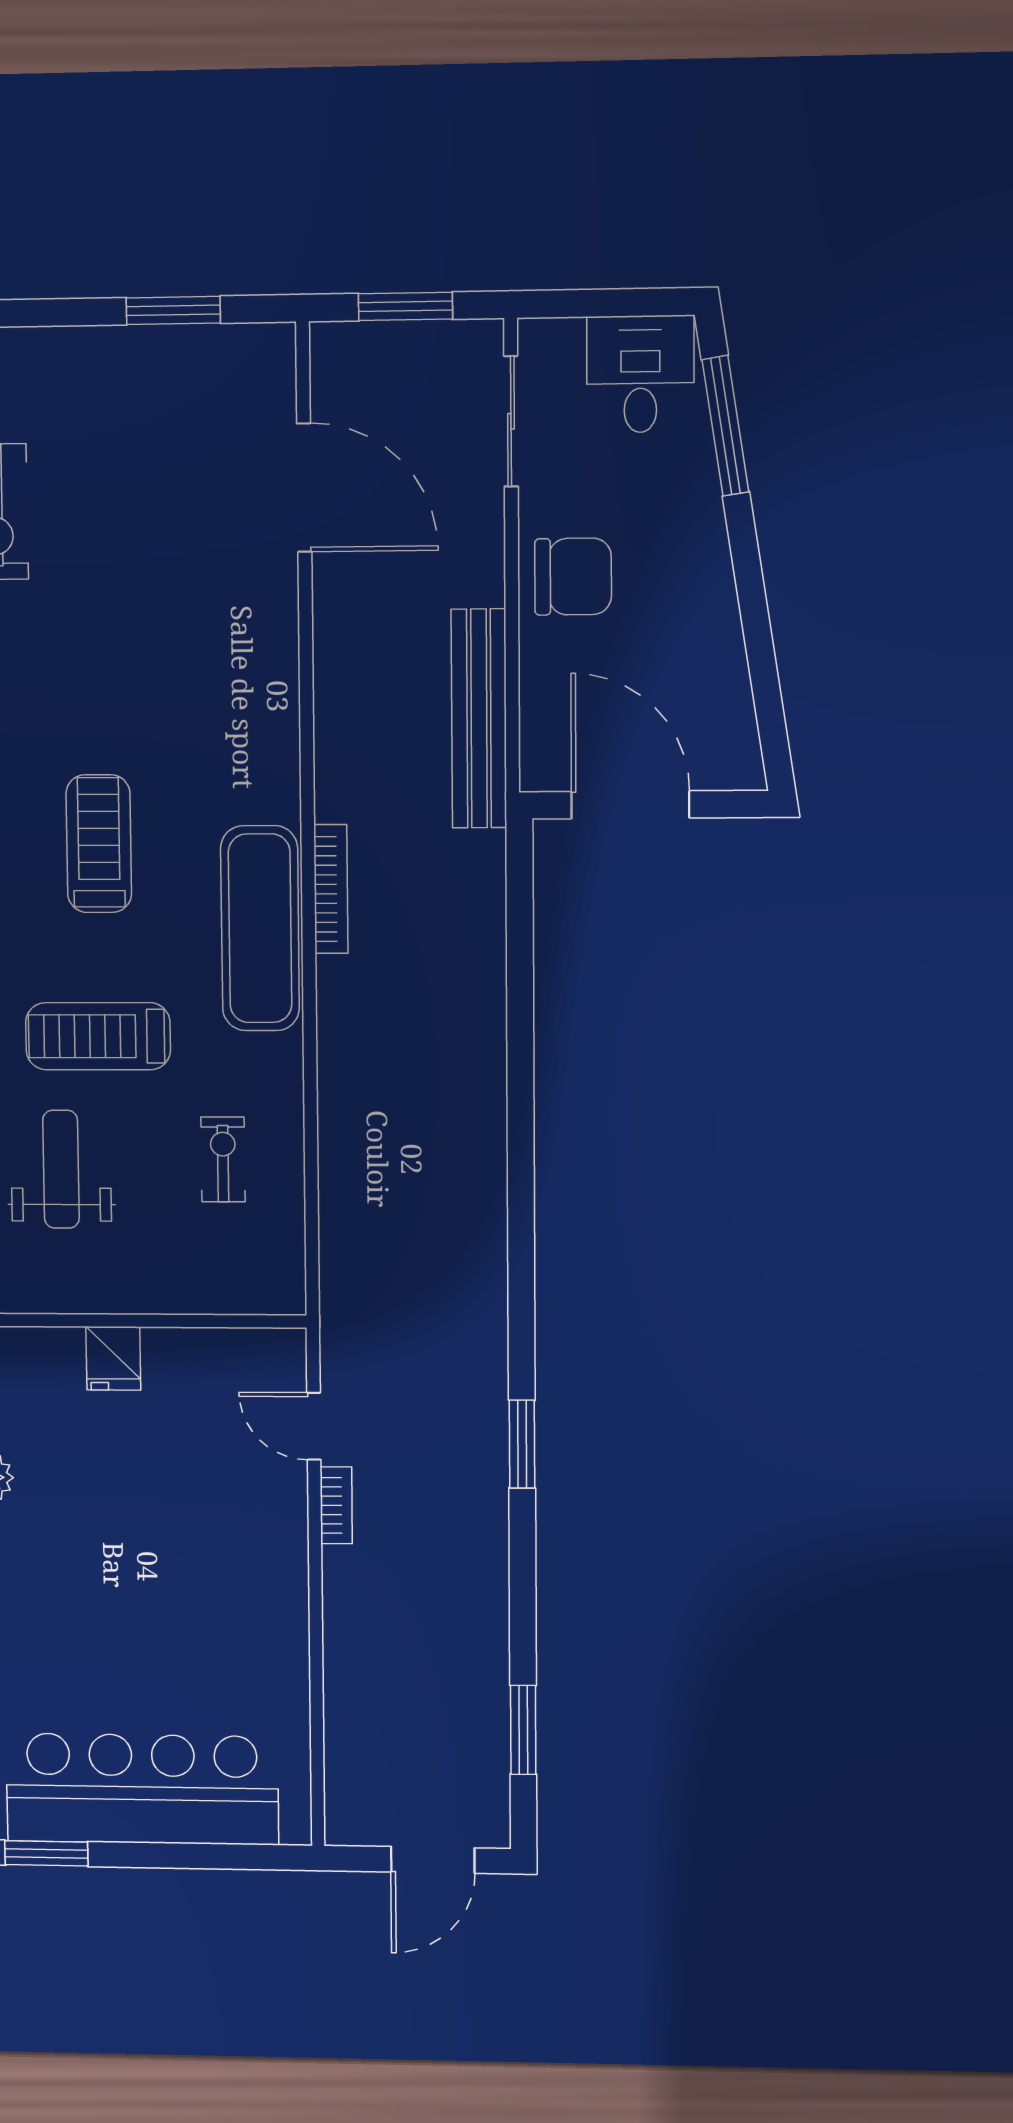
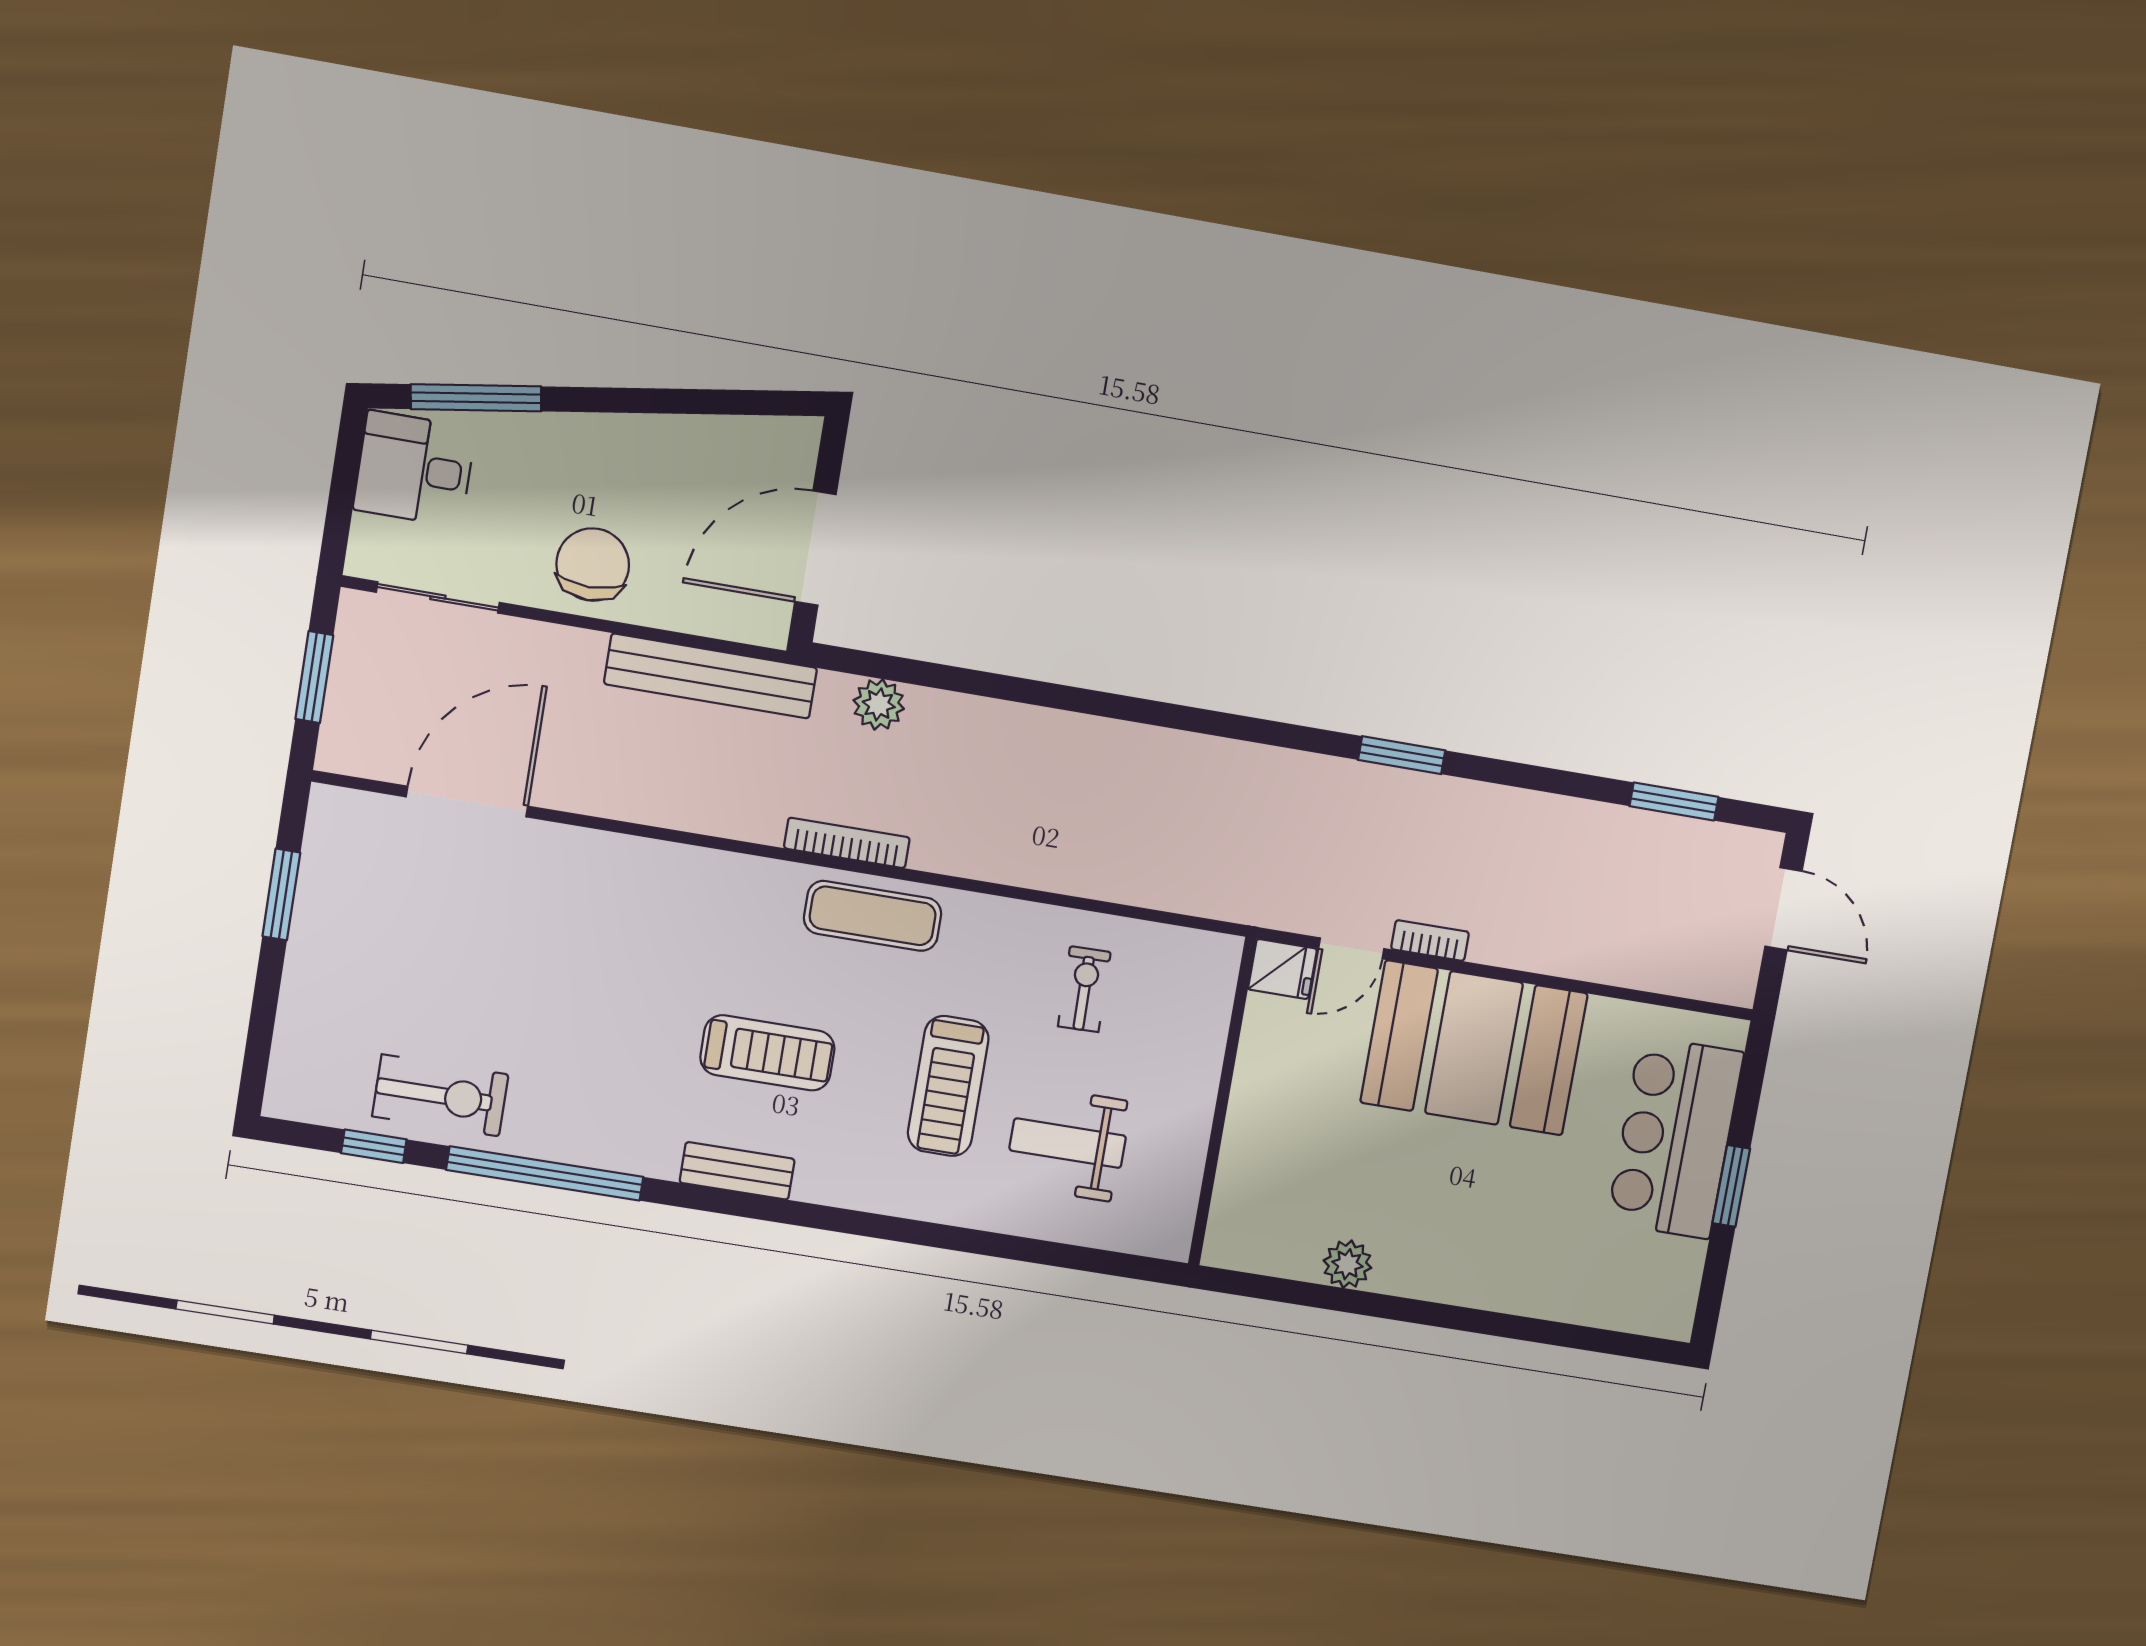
treadmill: (99, 844) -> (767, 1053), turned 180
plant: (480, 898) -> (879, 704), added
exercise mat: (260, 928) -> (873, 916), width x0.73, depth x0.69
exercise bike: (223, 1159) -> (1084, 989), turned 89
fridge: (113, 1358) -> (1282, 969), moved
booth: (234, 1569) -> (1474, 1048), added
bar counter: (142, 1789) -> (1675, 1138), width x0.73
window: (46, 1853) -> (1731, 1186), moved

